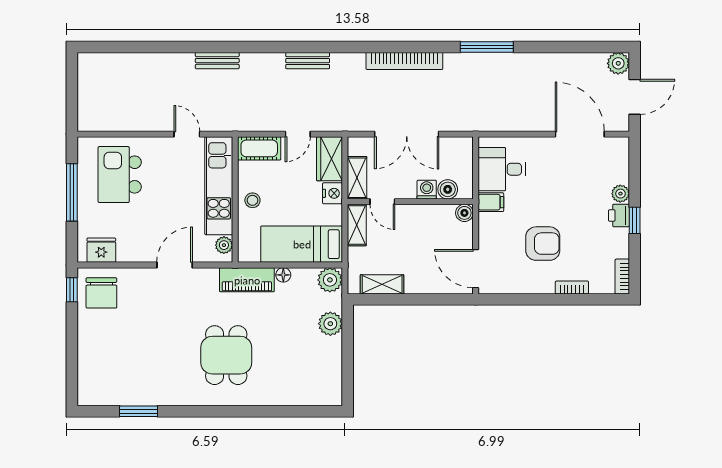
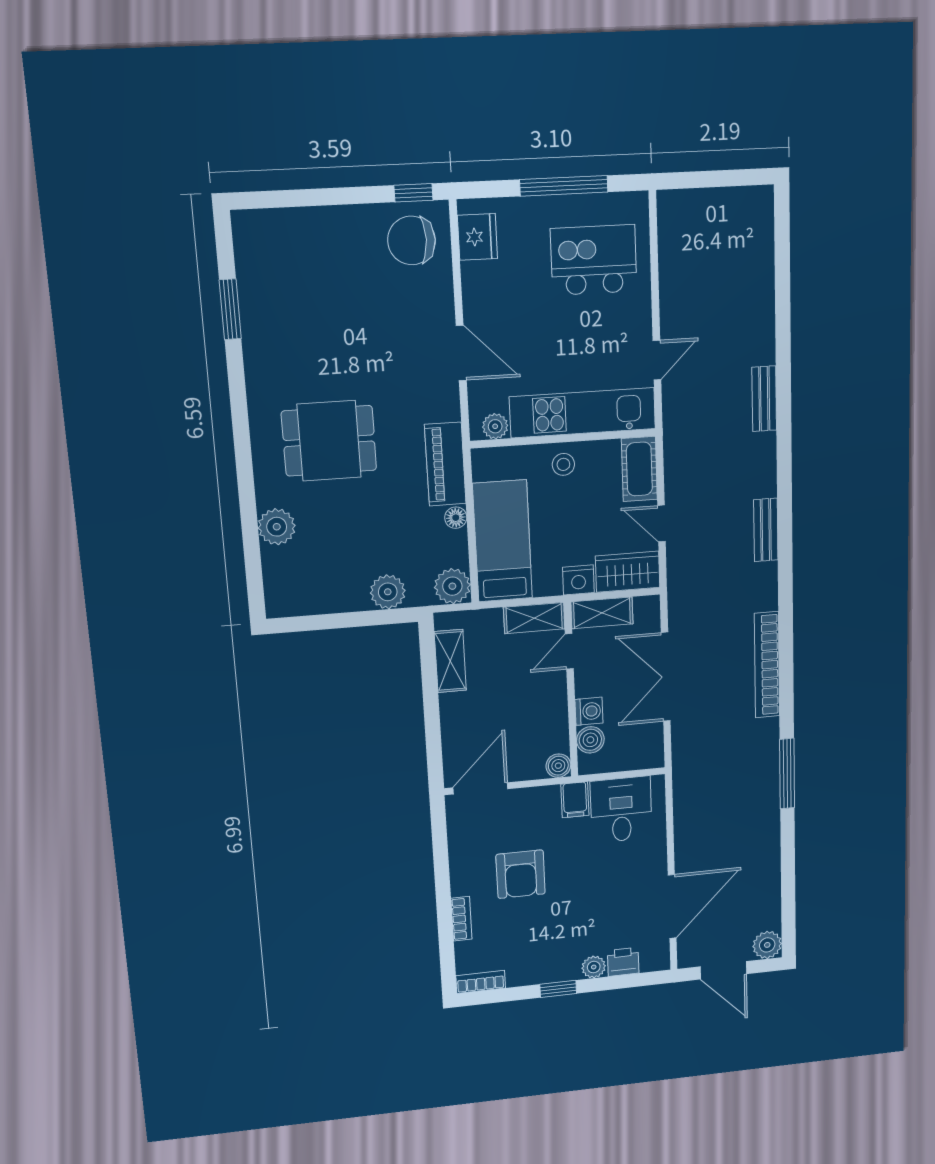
printer: (619, 215) -> (623, 962), moved
plant: (281, 394) -> (277, 527), added

